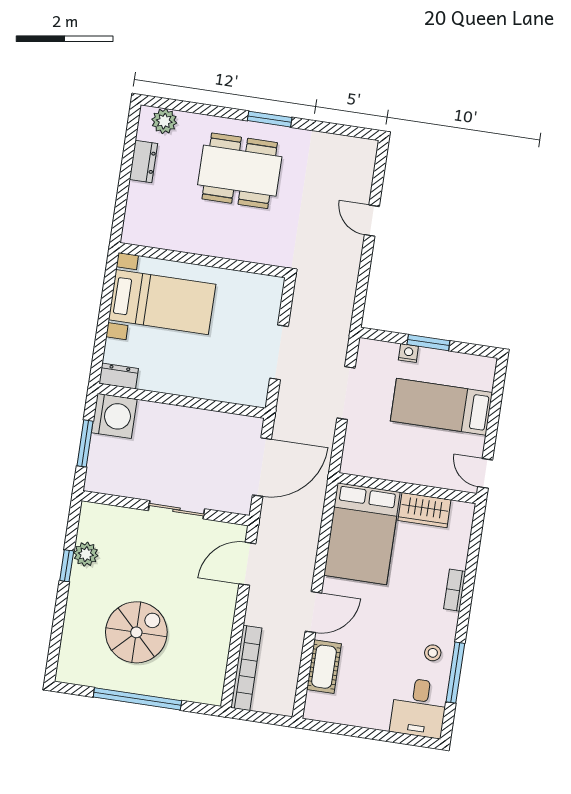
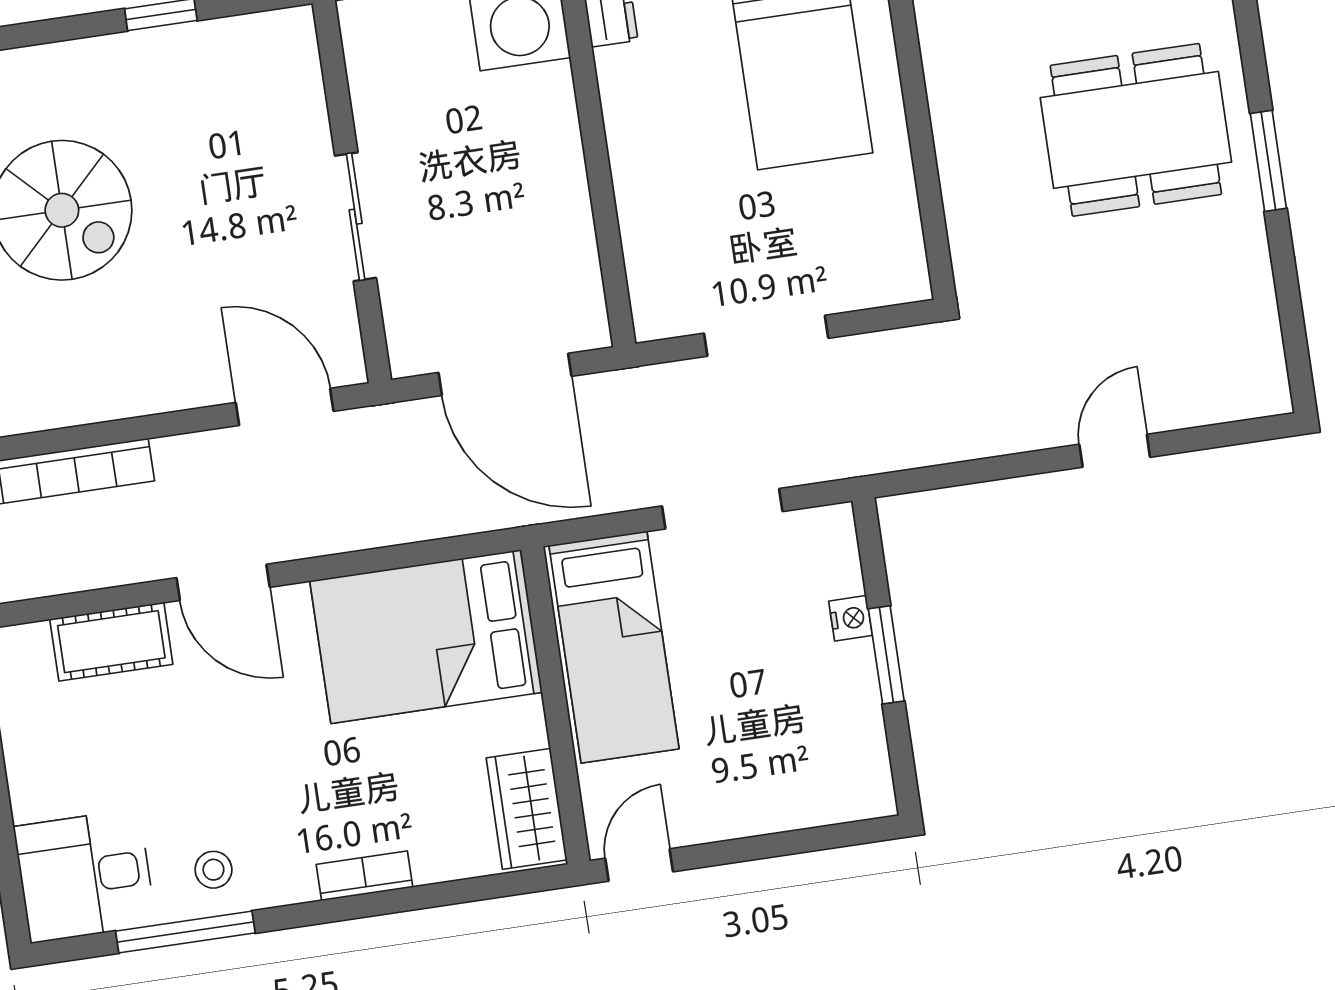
dining table: (240, 171) -> (1136, 130), turned 90
bed: (441, 407) -> (614, 647), moved, turned 180
wardrobe: (424, 510) -> (527, 809), moved
plant: (86, 554) -> (199, 49), removed

